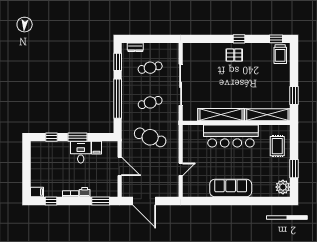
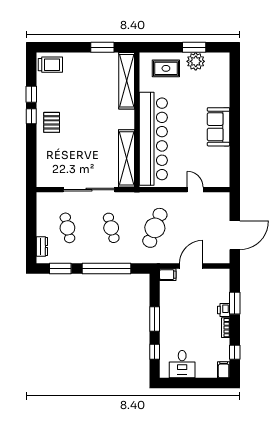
window: (276, 39) -> (31, 94), moved
shelving: (221, 115) -> (126, 158), moved
bar counter: (231, 136) -> (153, 139), width x1.36
filing cabinet: (97, 148) -> (168, 275), moved
desk: (81, 152) -> (182, 364), moved, turned -90
plant: (283, 187) -> (196, 61), moved
sofa: (231, 188) -> (219, 127), width x0.73
window: (101, 201) -> (235, 303), moved

